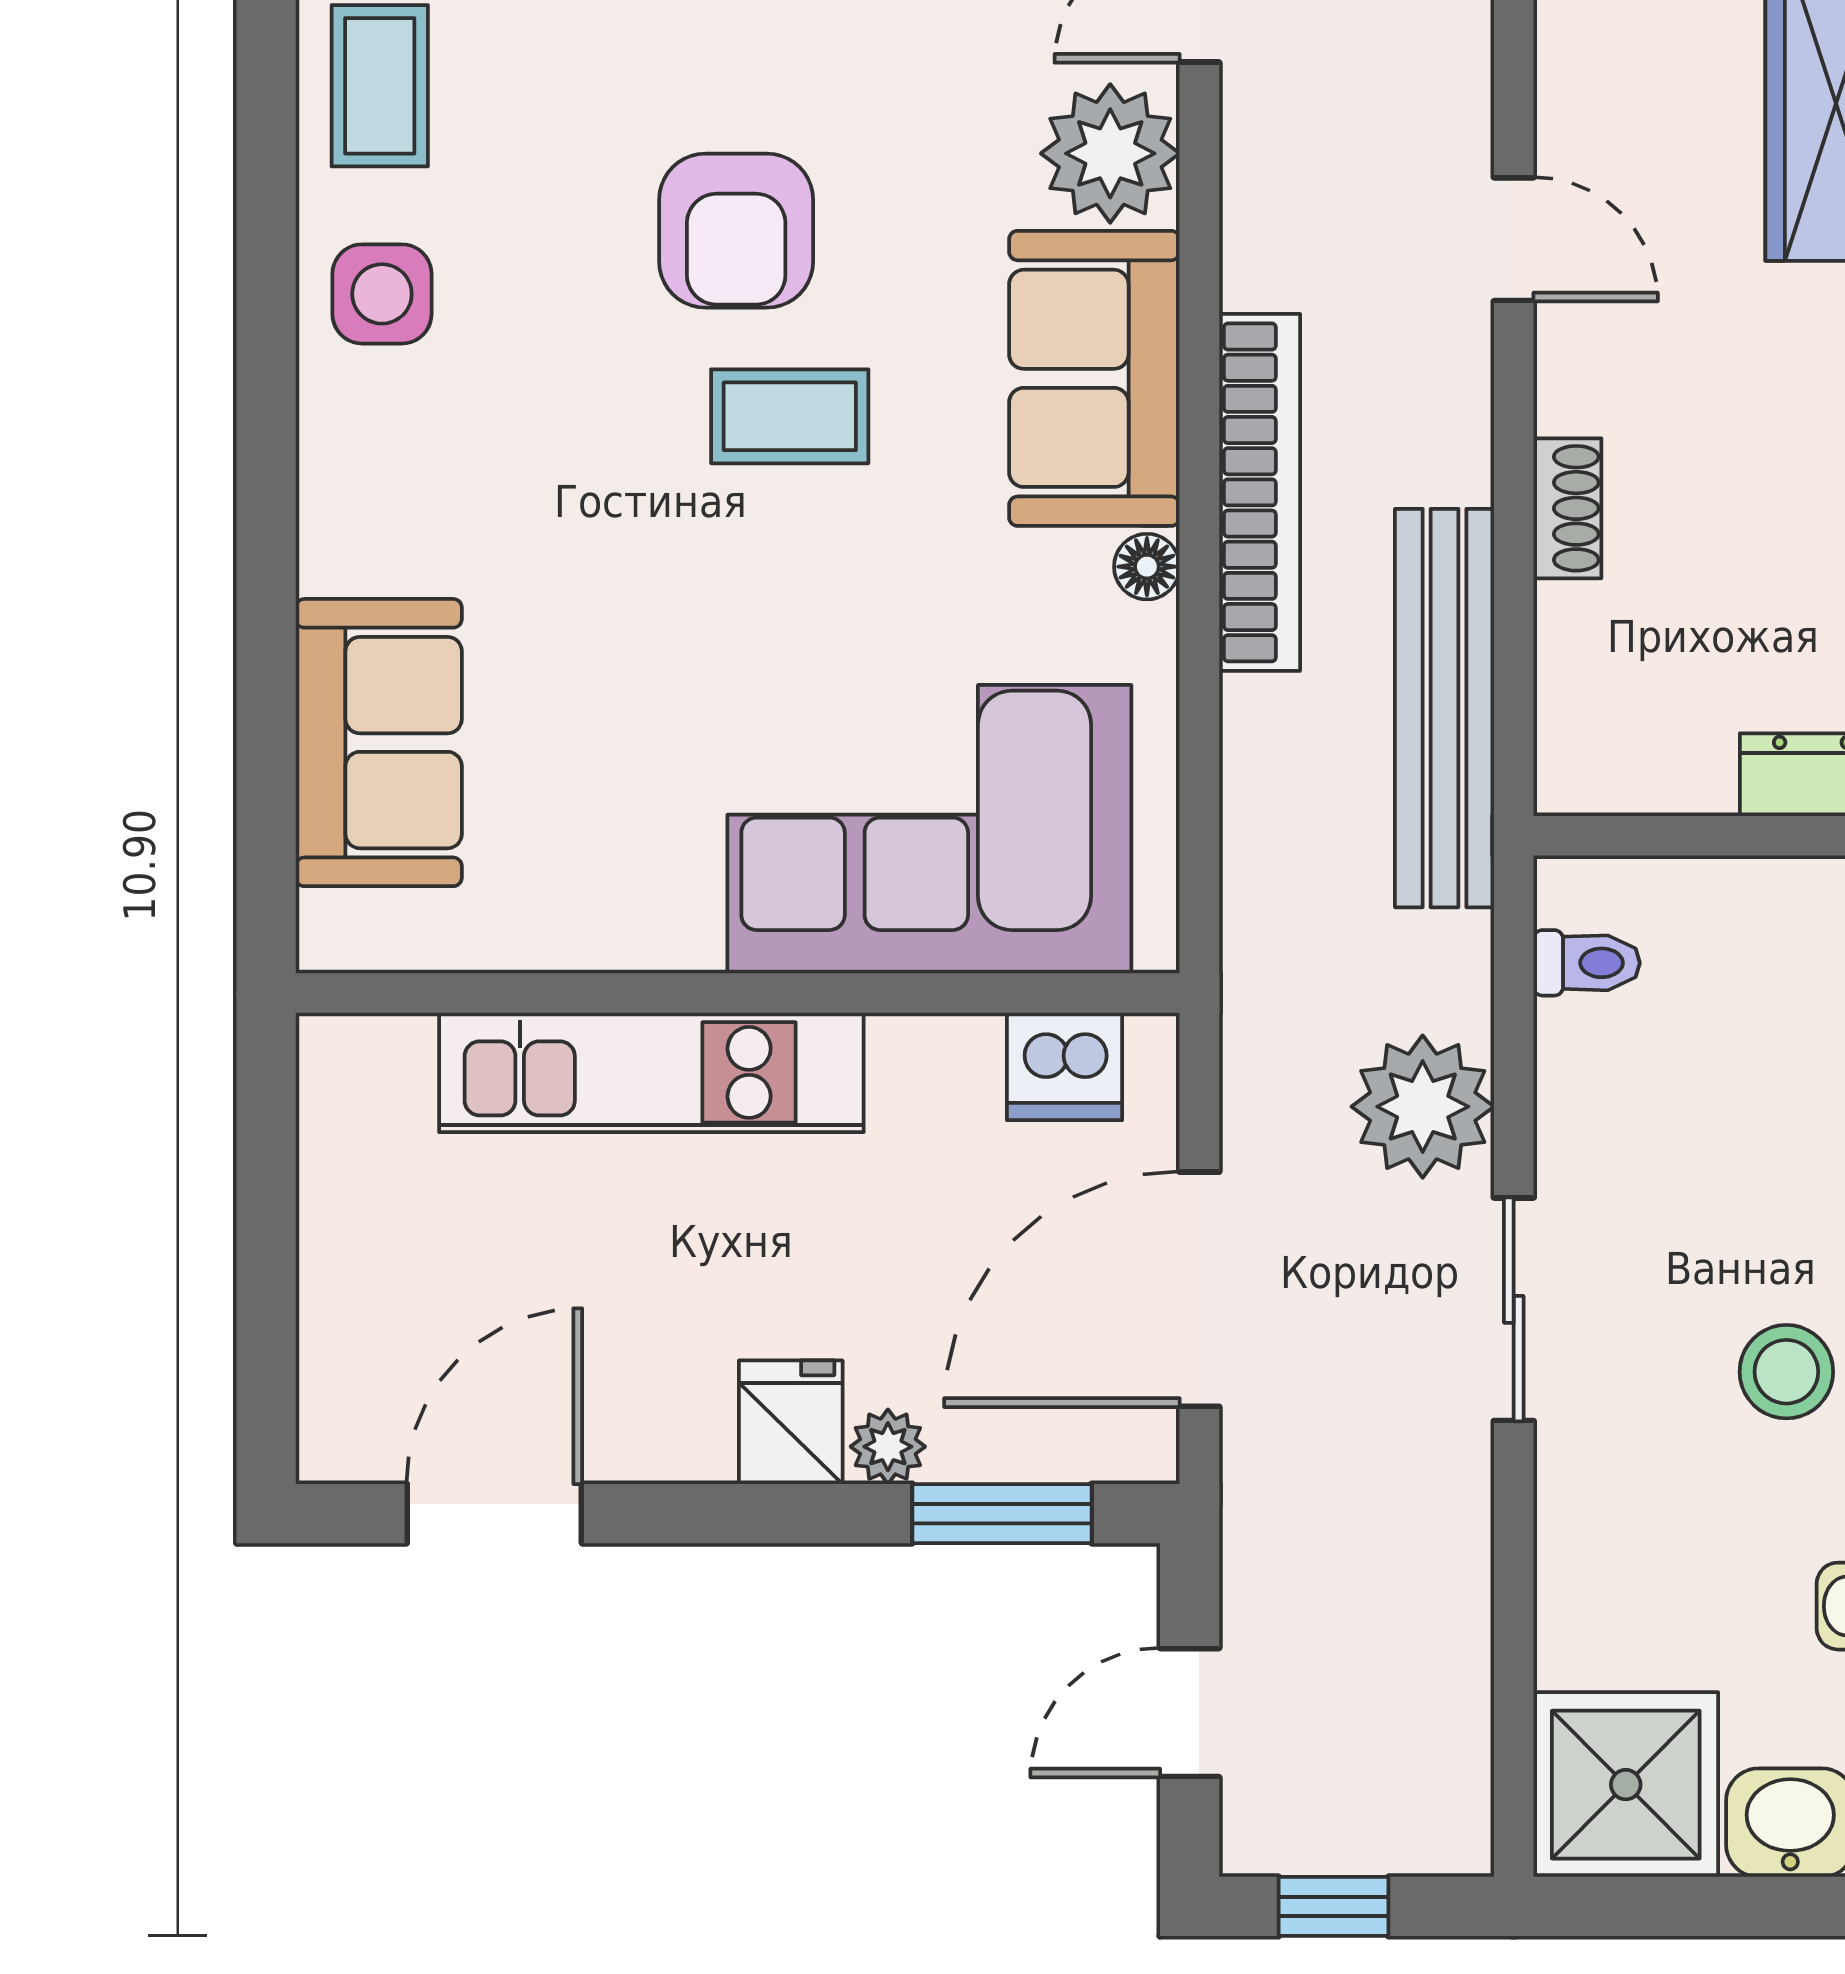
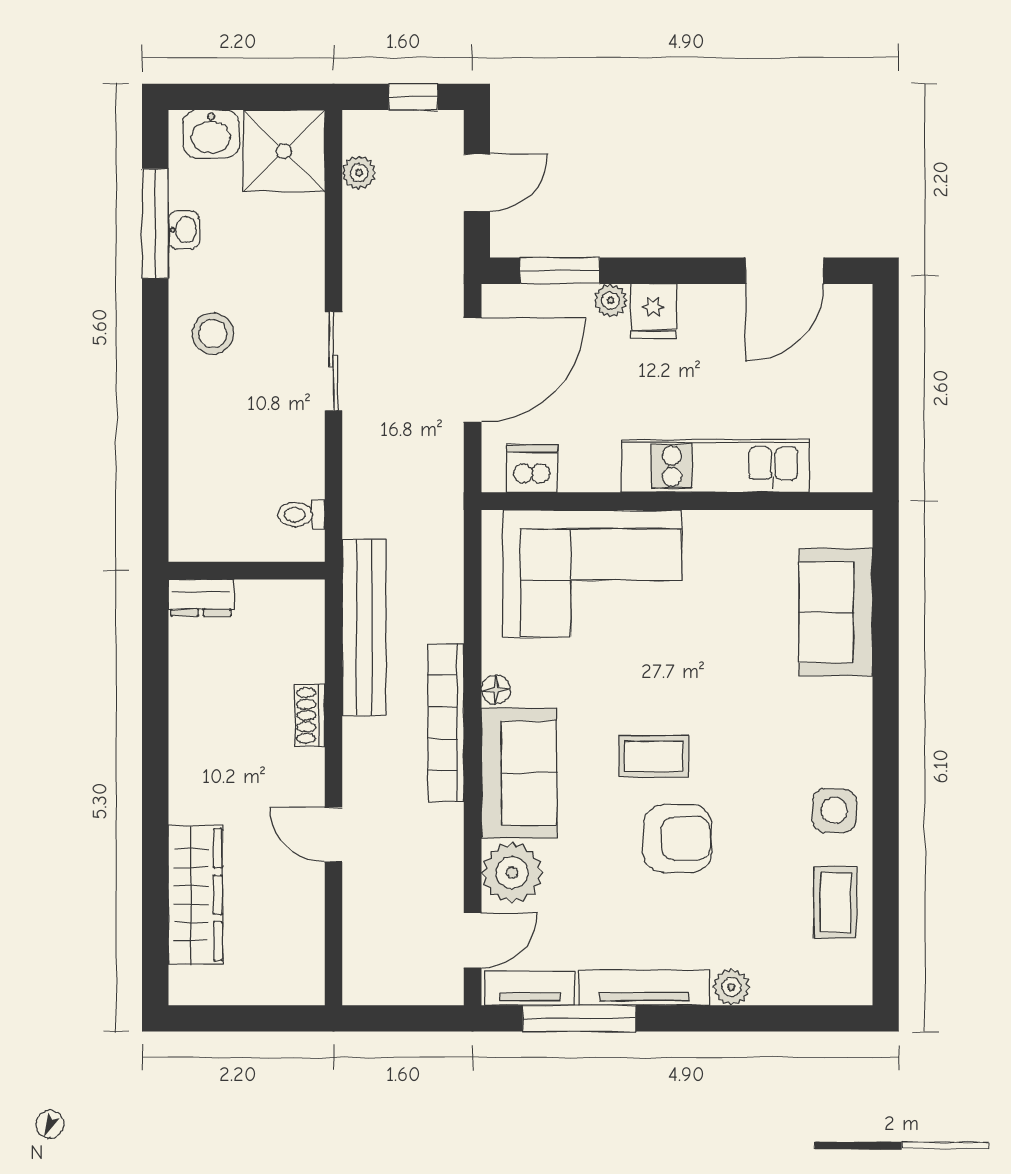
armchair: (736, 231) -> (678, 838), turned 90
plant: (1423, 1107) -> (359, 173), moved, width x0.53, depth x0.53

